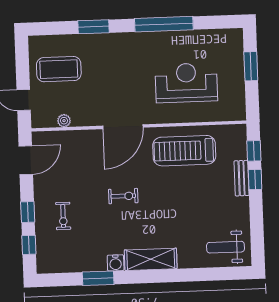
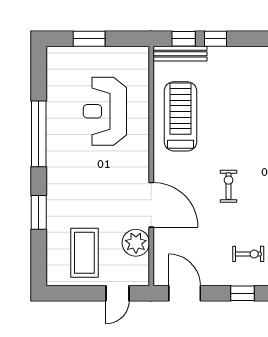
plant: (64, 121) -> (136, 243), width x1.87, depth x1.87
door: (123, 127) -> (151, 205), moved
treadmill: (184, 151) -> (181, 116), turned 180
bench: (242, 178) -> (180, 54), moved, width x1.36

